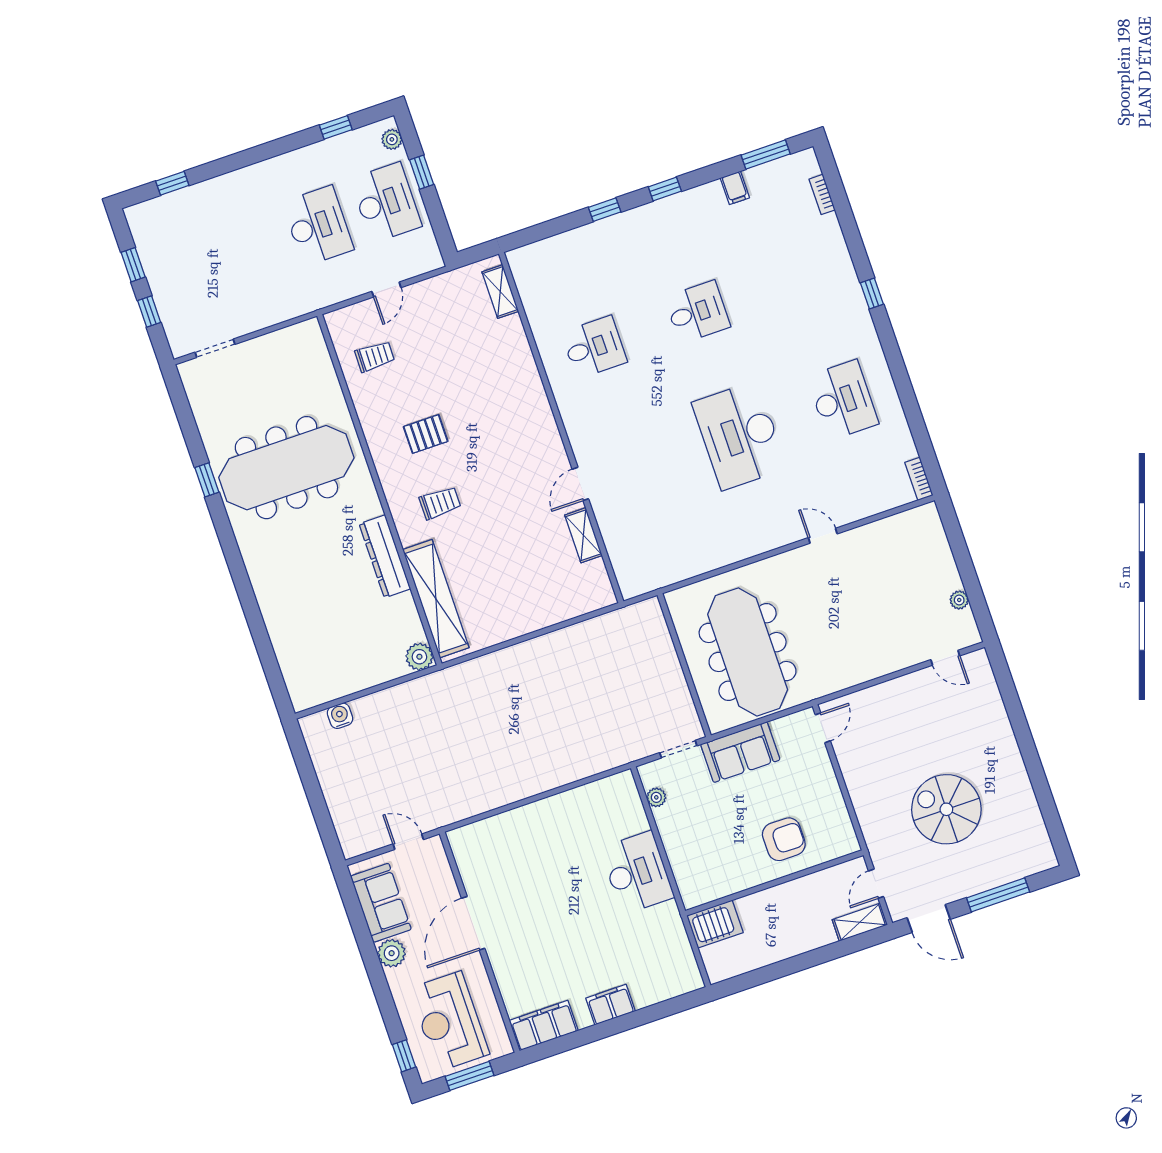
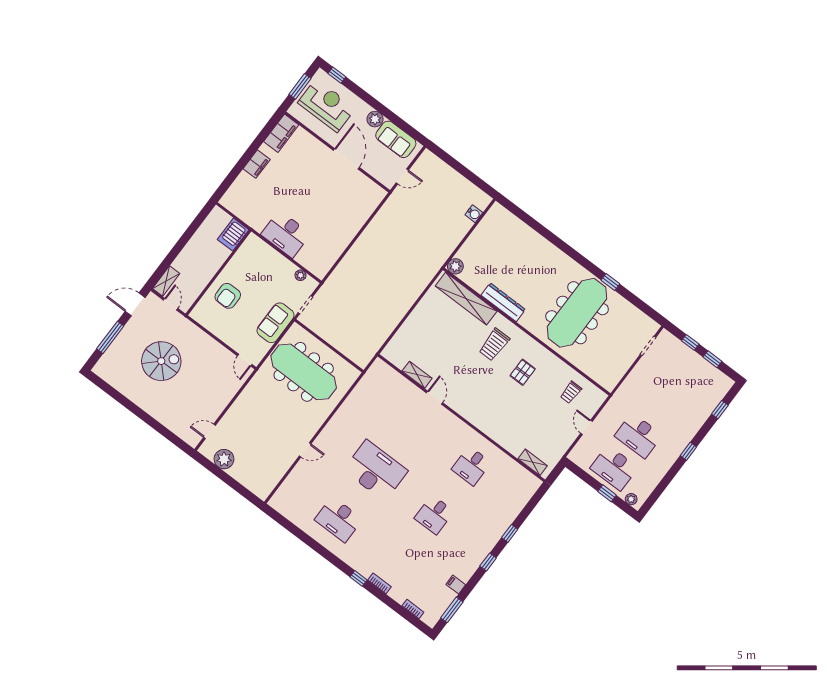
window: (336, 127) -> (688, 451), moved
bookcase: (919, 479) -> (379, 583), moved
trolley: (440, 503) -> (494, 345), width x1.36, depth x1.39
plant: (959, 600) -> (224, 459), width x1.88, depth x1.88

